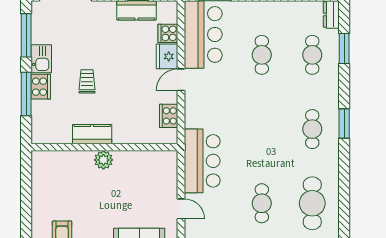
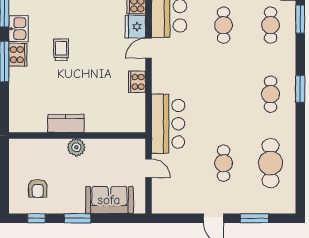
kitchen counter: (92, 134) -> (66, 123), moved
wall: (104, 147) -> (77, 136), moved
plant: (103, 160) -> (76, 147), moved

